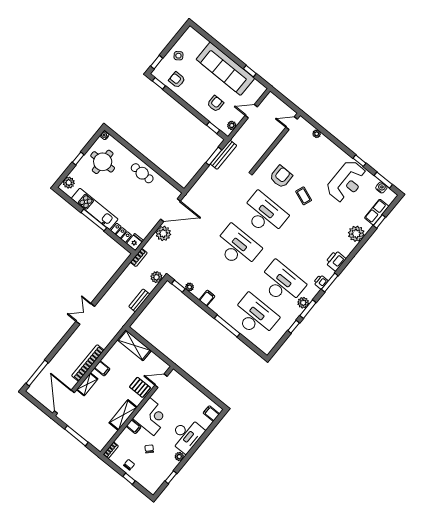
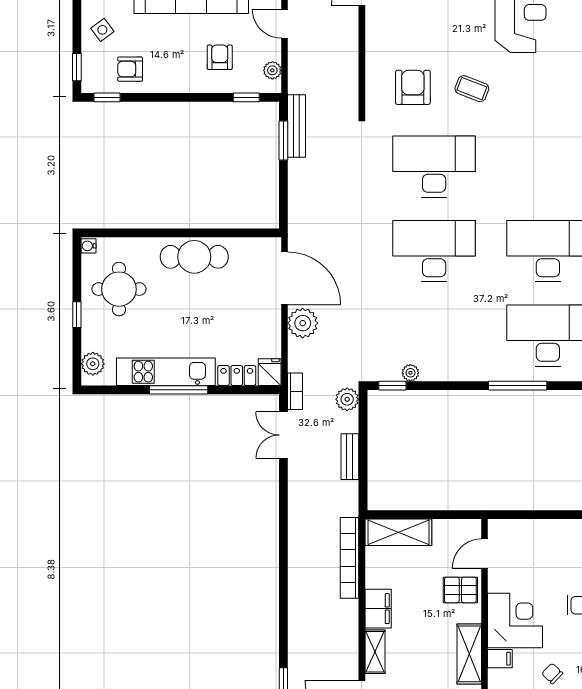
door: (251, 111) -> (284, 24), hinge flipped
cafe table: (142, 173) -> (194, 257), width x1.37, depth x1.35
door: (170, 210) -> (284, 278), hinge flipped
filing cabinet: (207, 298) -> (451, 368), removed
double door: (85, 314) -> (283, 435), moved
bookcase: (88, 363) -> (349, 558), moved
filing cabinet: (102, 368) -> (378, 609), width x2.00

